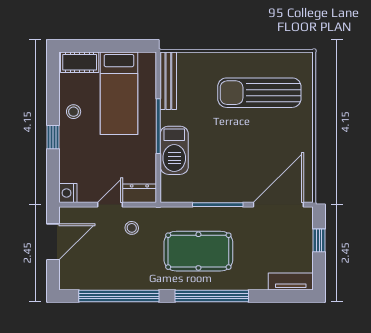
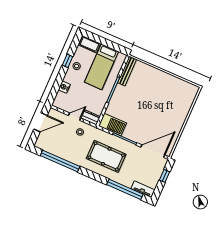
sun lounger: (259, 93) -> (167, 95), removed
window: (53, 137) -> (68, 61), moved
barbecue: (174, 150) -> (112, 124), moved, turned -90
nightstand: (68, 193) -> (64, 87), moved
window: (212, 296) -> (125, 189), moved

